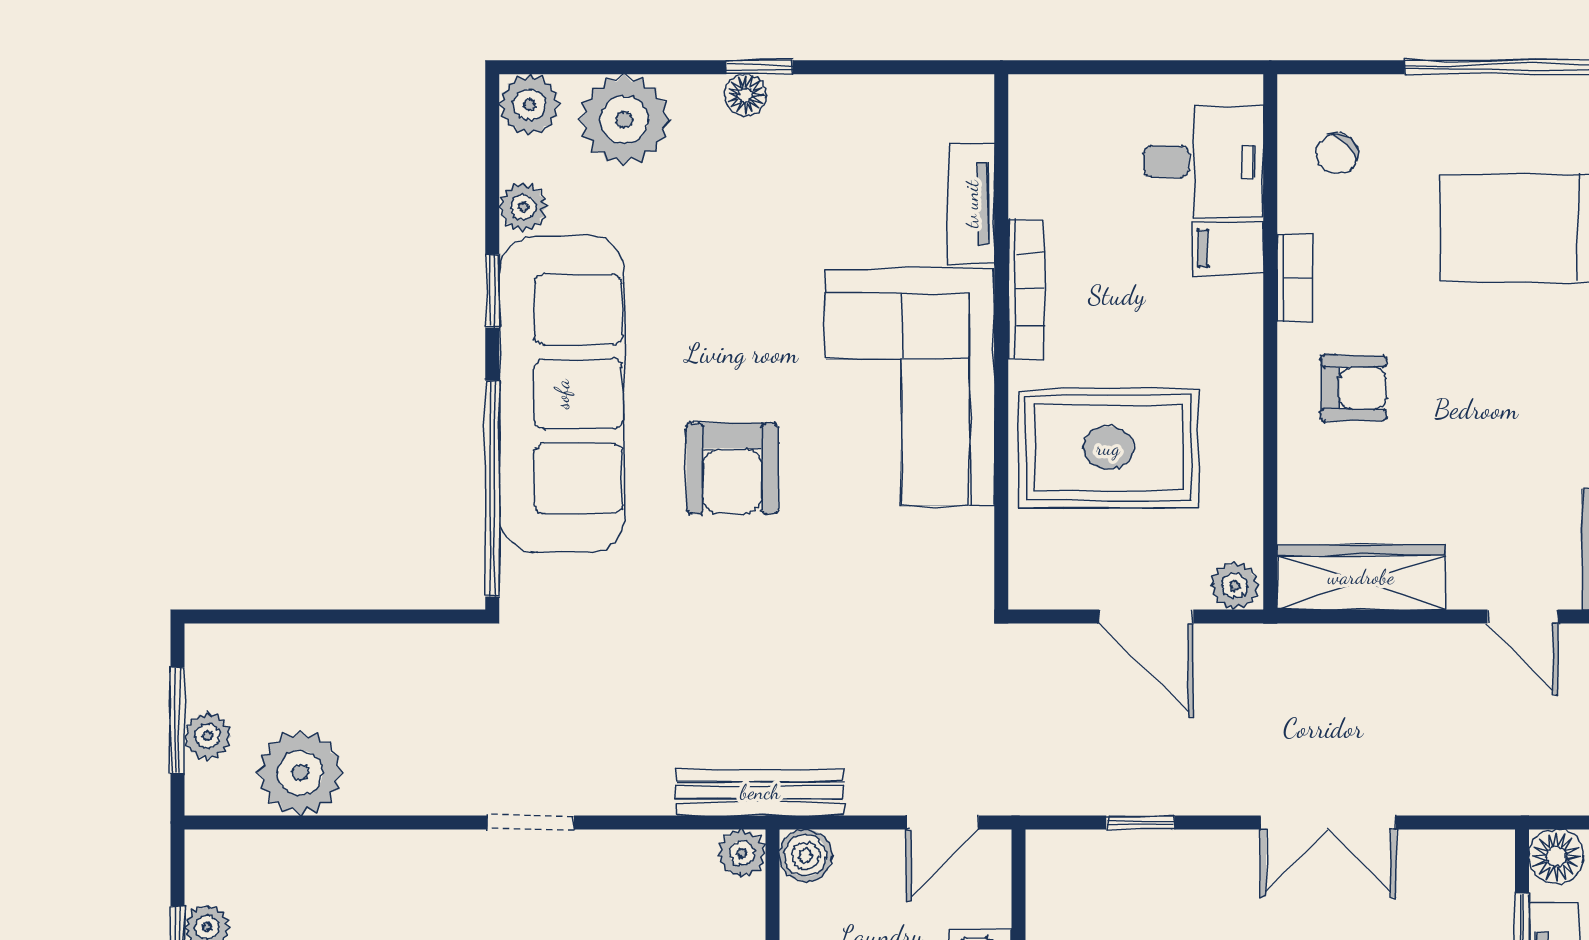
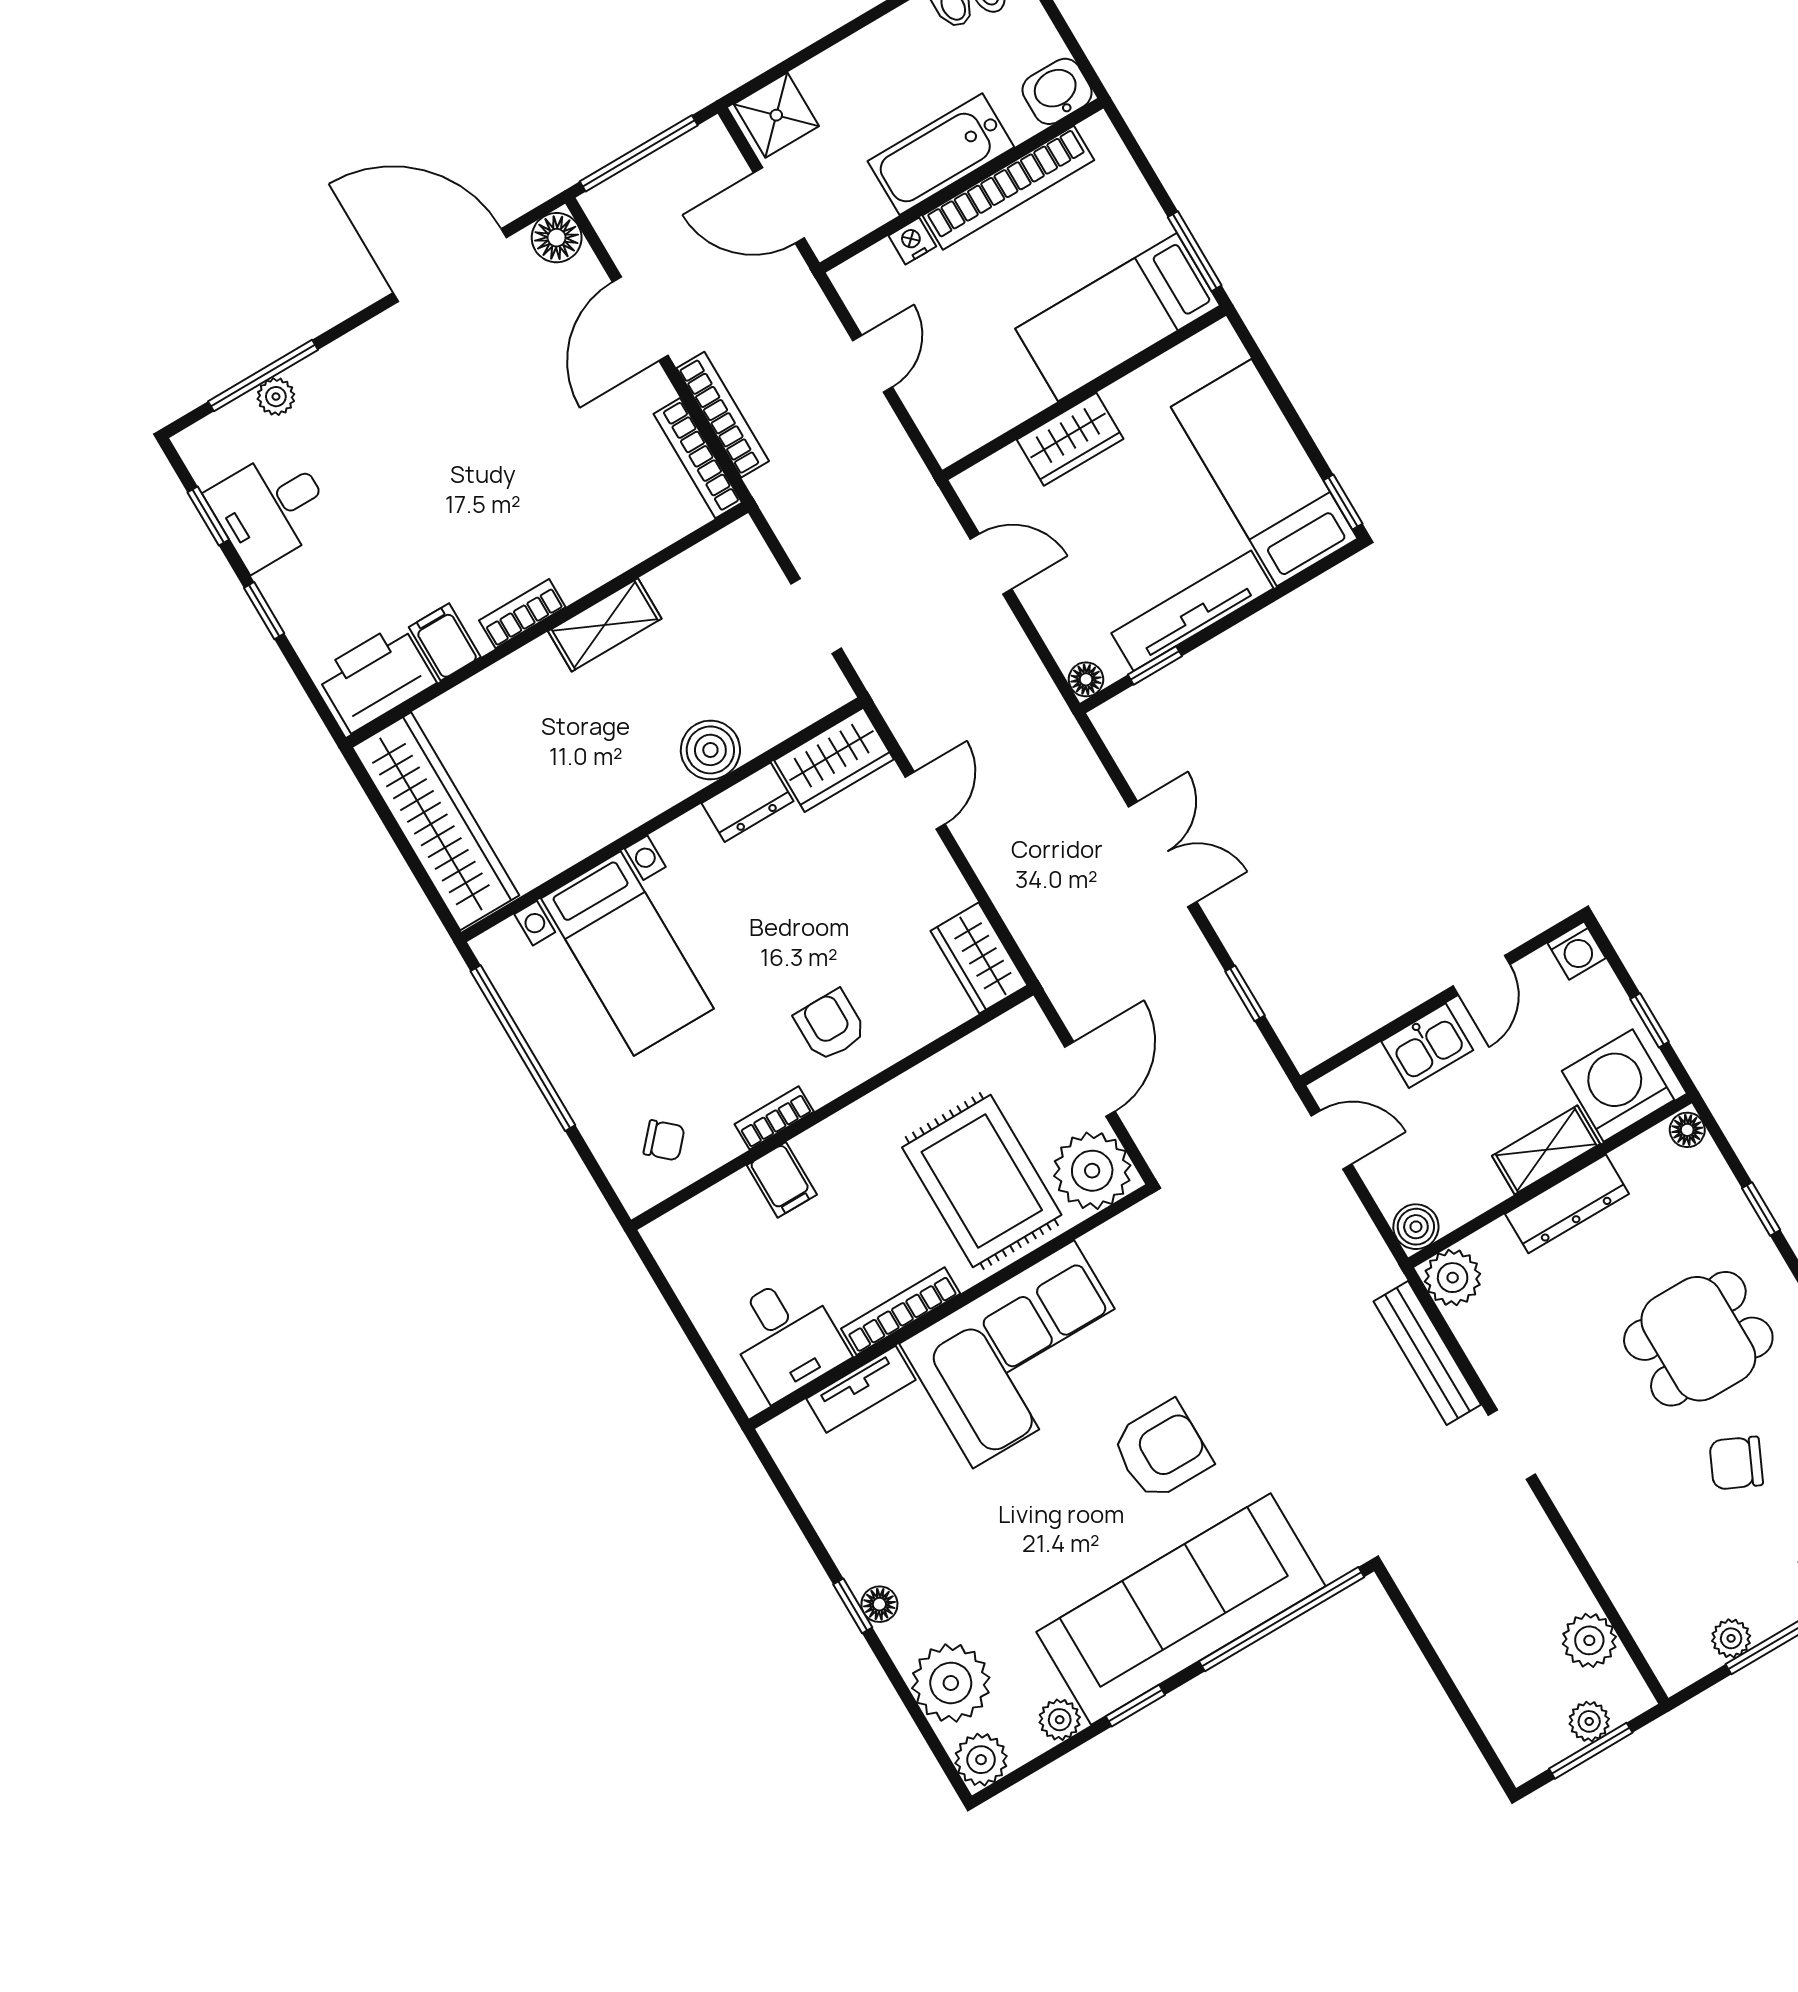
desk: (1203, 162) -> (786, 1337), moved, turned 180
wardrobe: (1361, 577) -> (979, 958), width x0.67
plant: (1235, 586) -> (1092, 1171), moved, width x1.87, depth x1.87
plant: (300, 773) -> (1589, 1640), width x0.73, depth x0.73
bench: (760, 792) -> (1427, 1353), moved
plant: (742, 853) -> (1453, 1278), width x1.38, depth x1.38
floor lamp: (1556, 857) -> (1086, 679), width x0.73, depth x0.73

